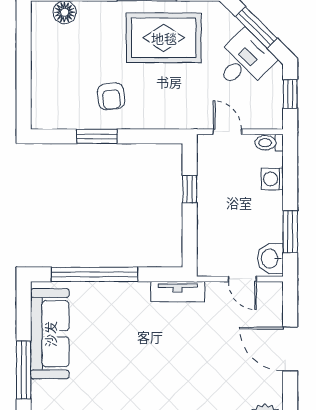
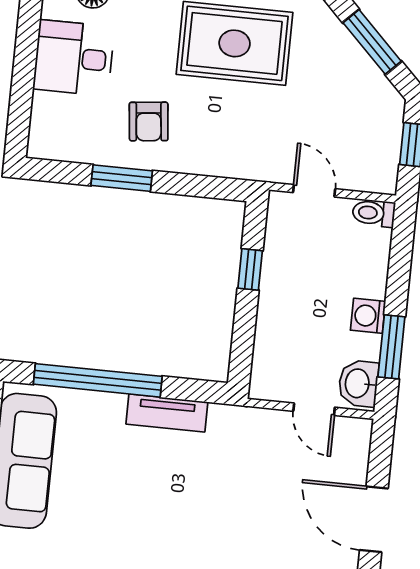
desk: (244, 61) -> (74, 58), moved, turned -135
washing machine: (272, 179) -> (368, 316), moved
tv unit: (178, 292) -> (167, 413), moved

